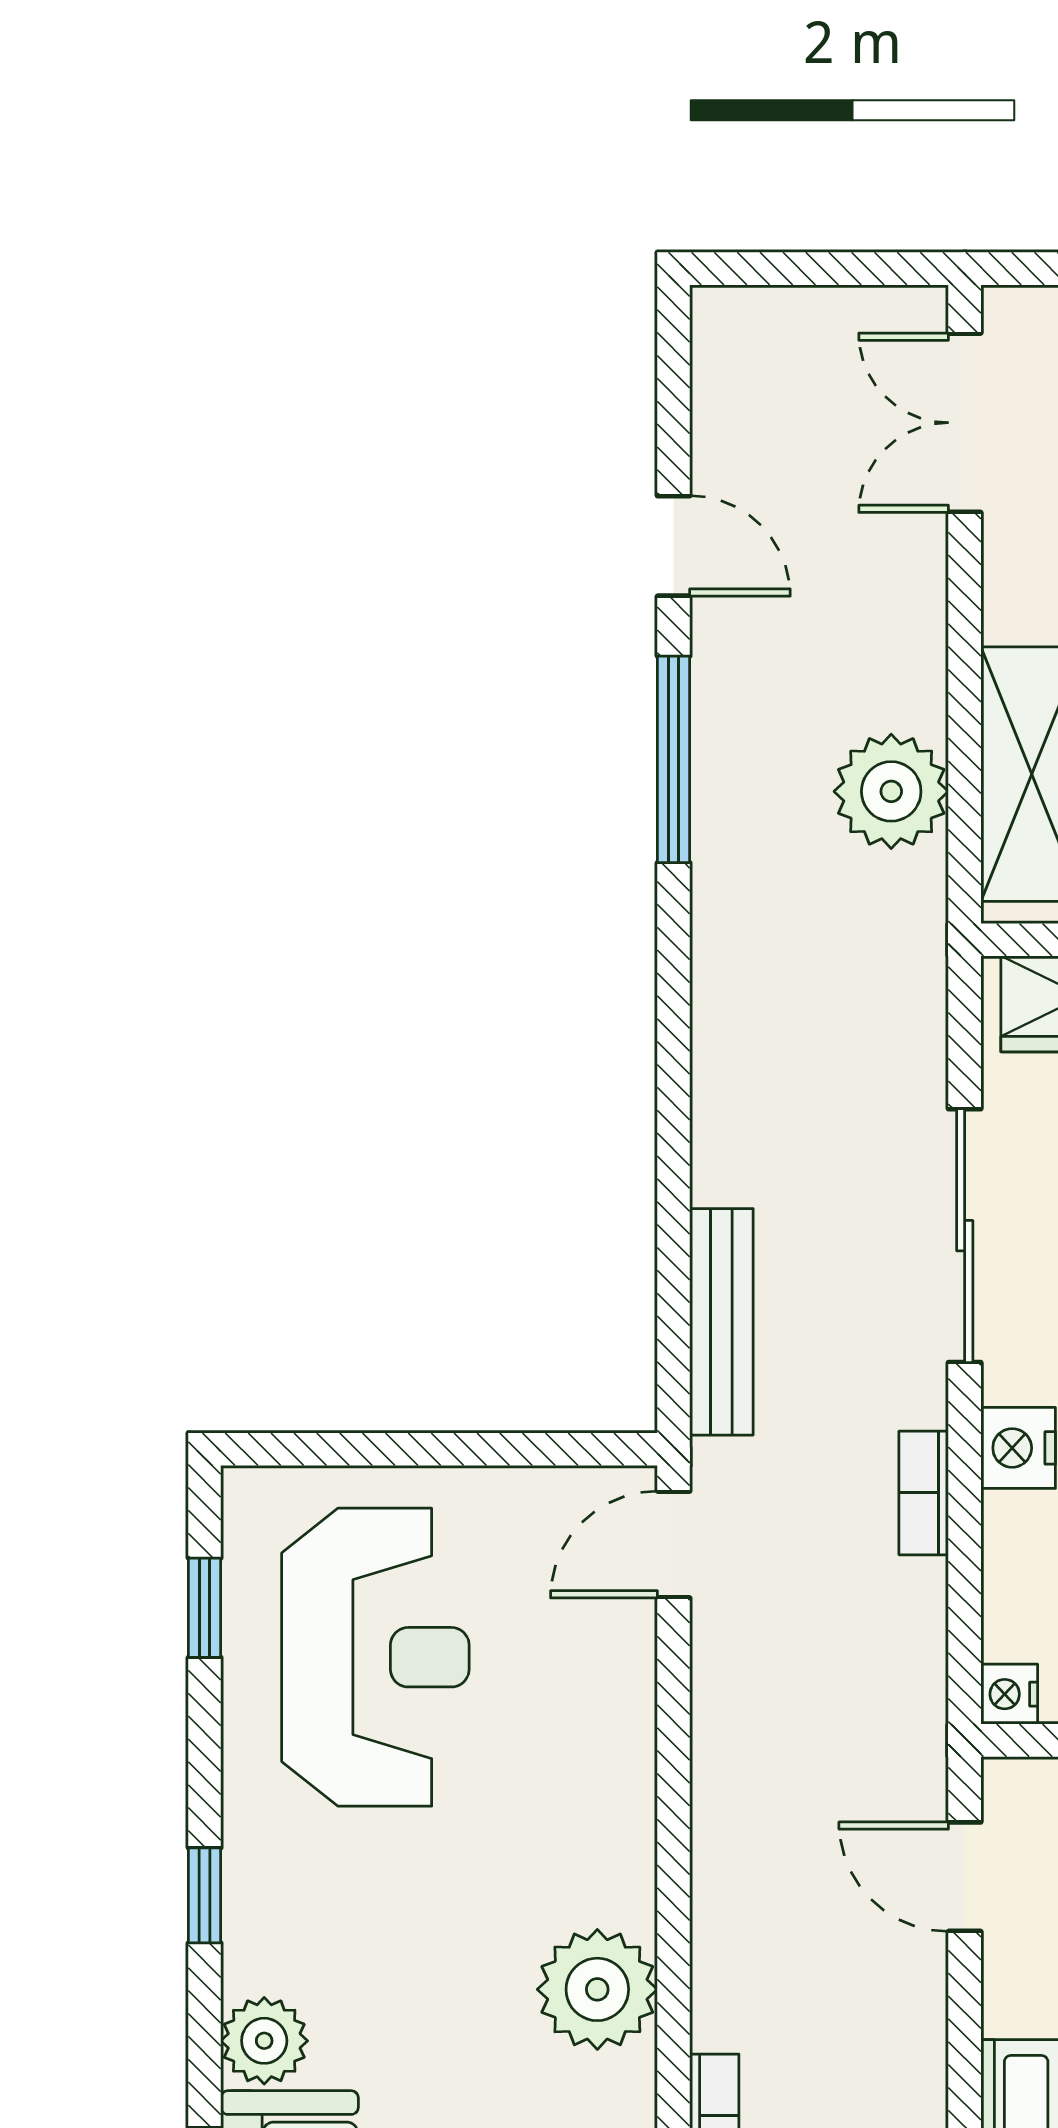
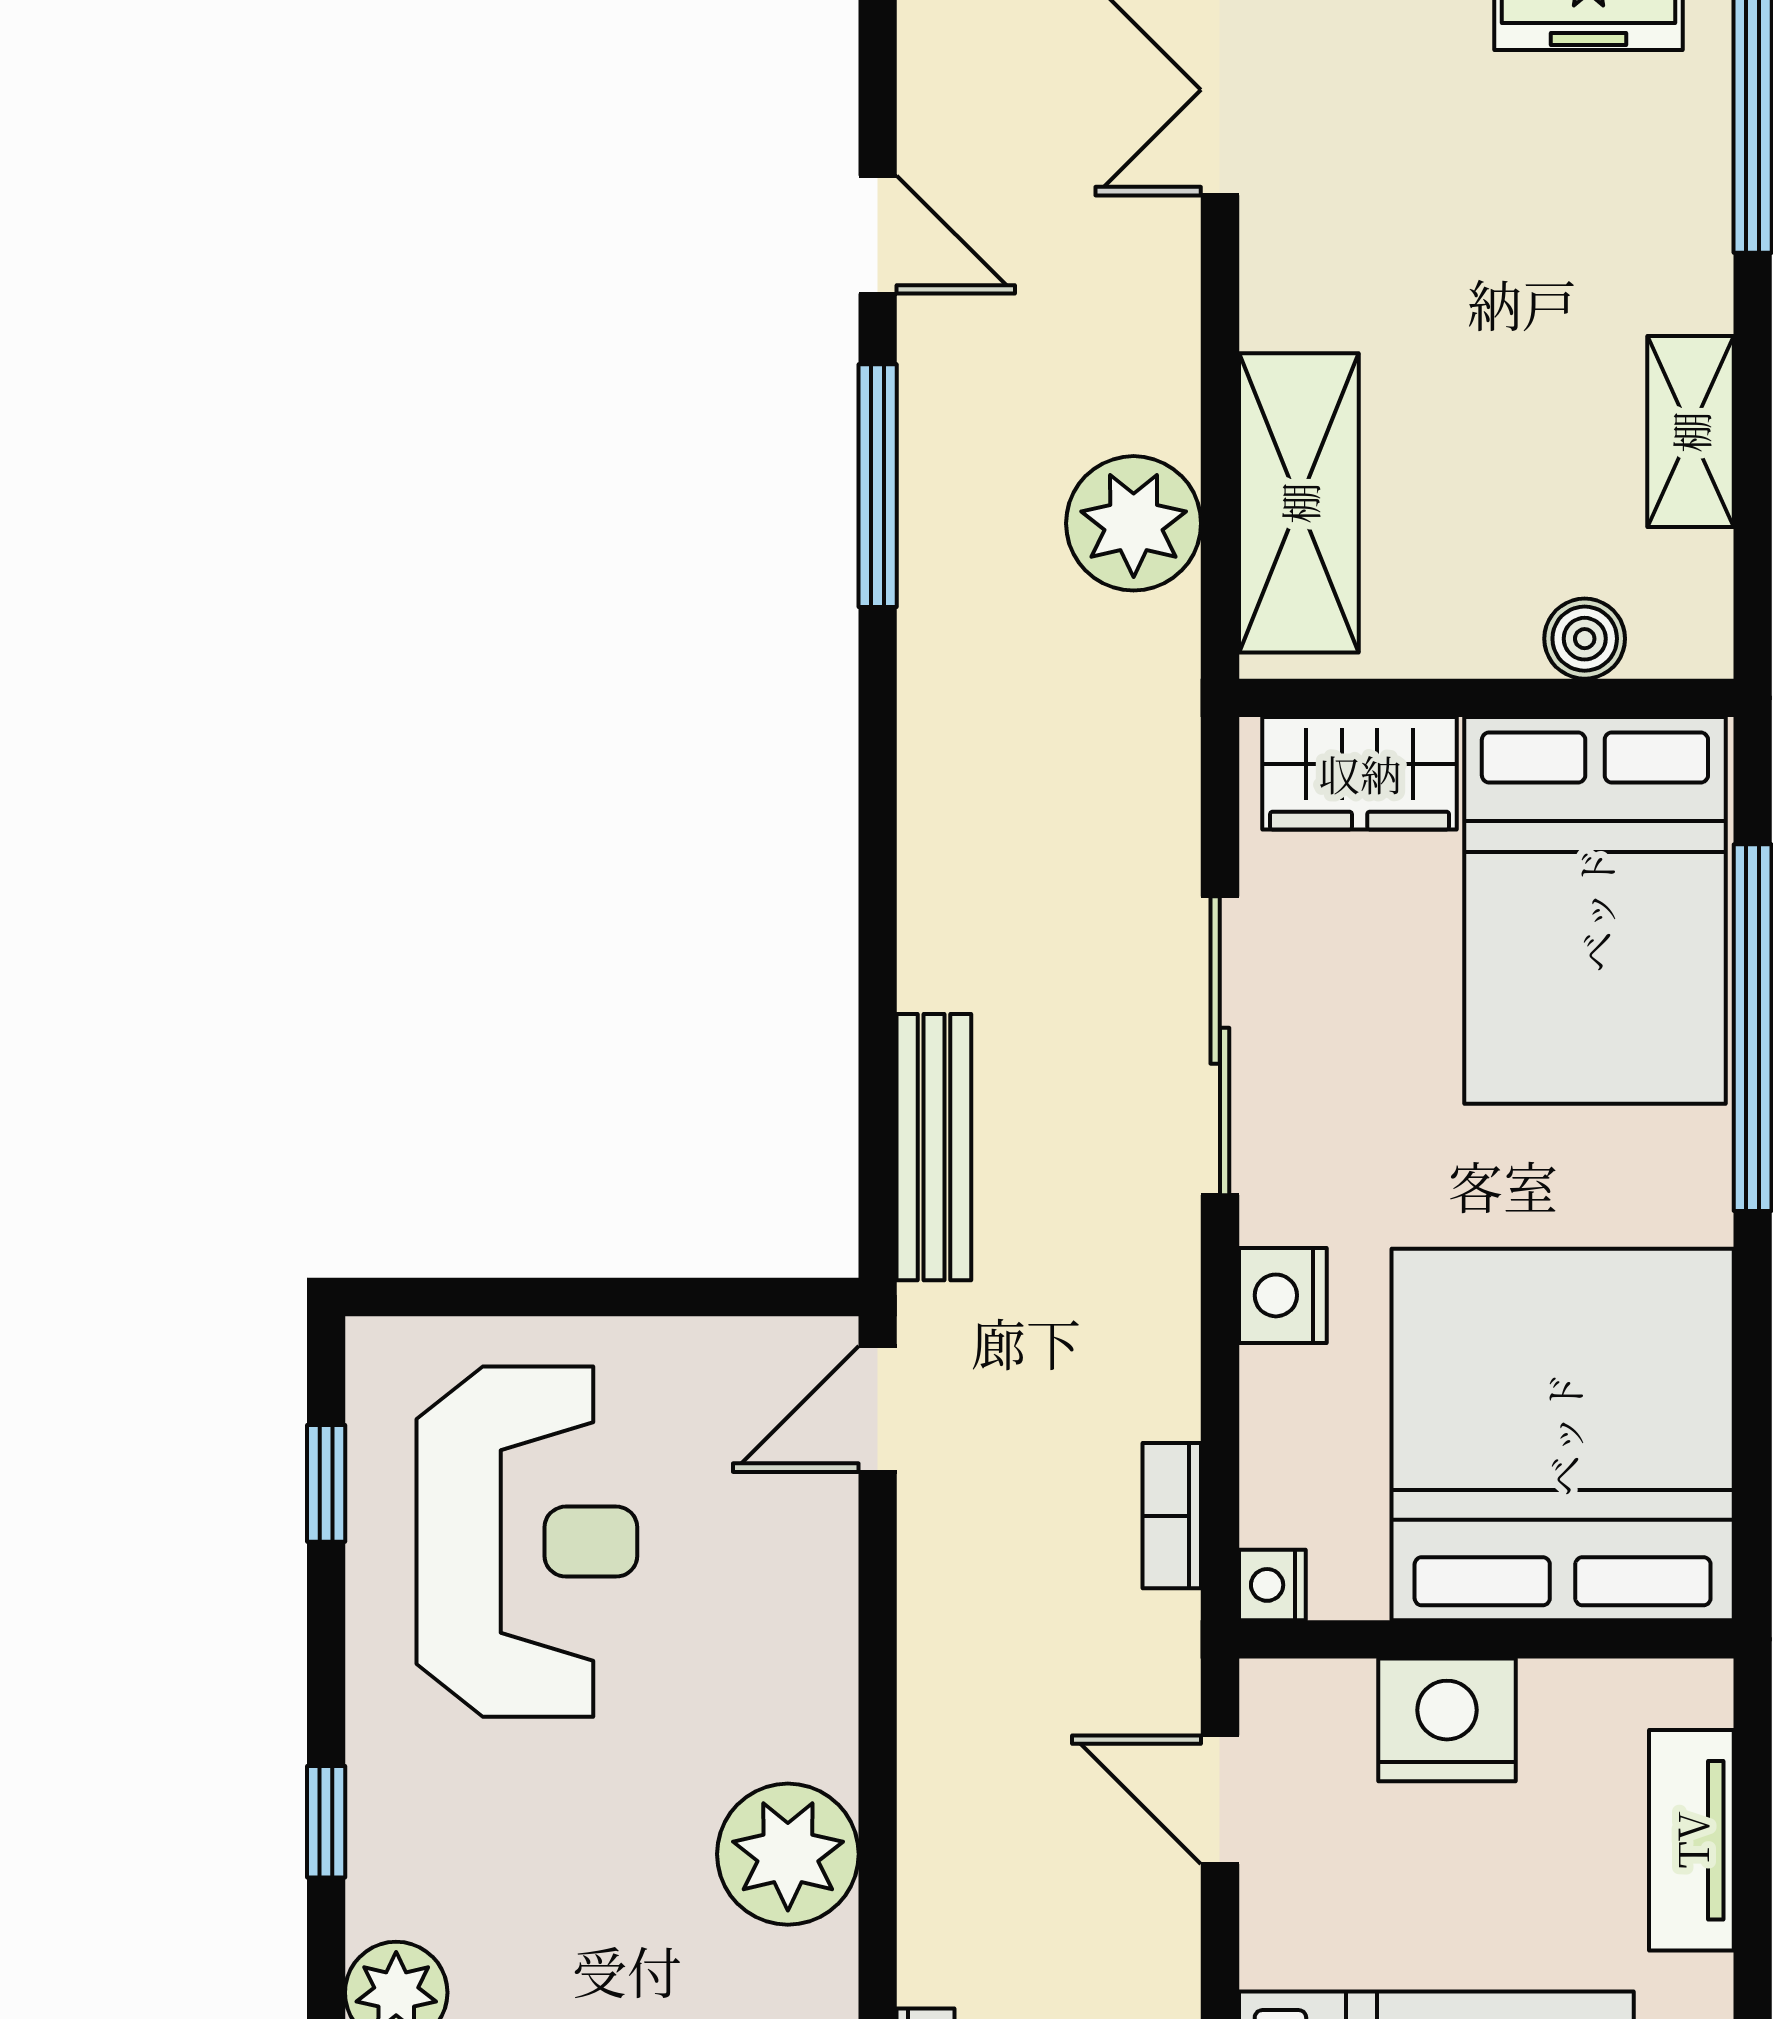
bookcase: (924, 1493) -> (1172, 1516), moved
plant: (597, 1989) -> (788, 1854), moved

